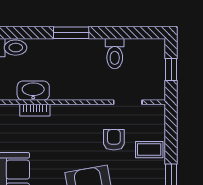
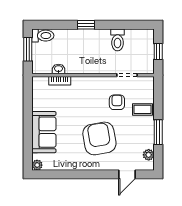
window: (71, 33) -> (86, 25), width x0.67
washbasin: (33, 91) -> (58, 69), width x0.52, depth x0.69

